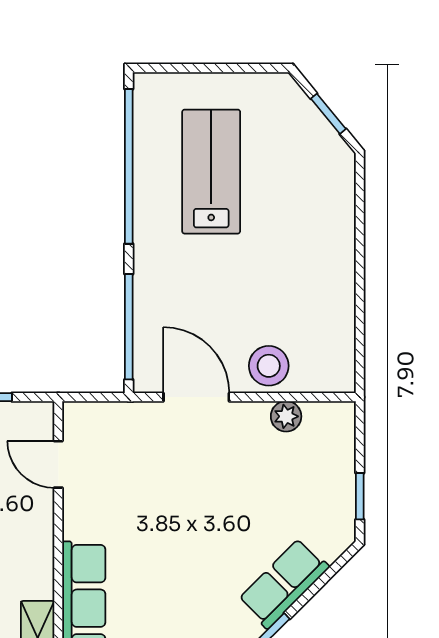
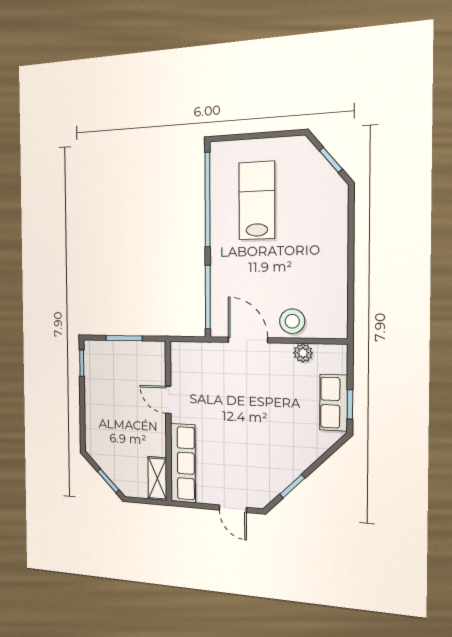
door: (58, 464) -> (168, 400), moved
row of seats: (284, 583) -> (334, 403), moved, turned -45

